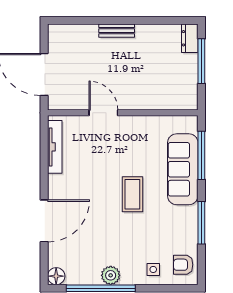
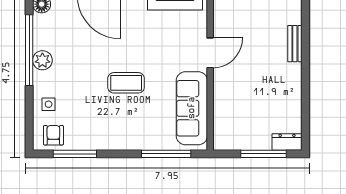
bench: (117, 31) -> (295, 44), moved
sofa: (183, 169) -> (192, 108), moved, turned -90
window: (201, 223) -> (75, 154), moved

